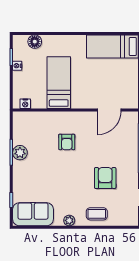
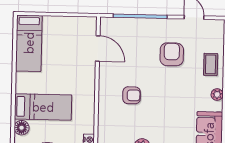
bed: (59, 83) -> (43, 107), moved, turned 180
armchair: (105, 178) -> (172, 54), turned 90

